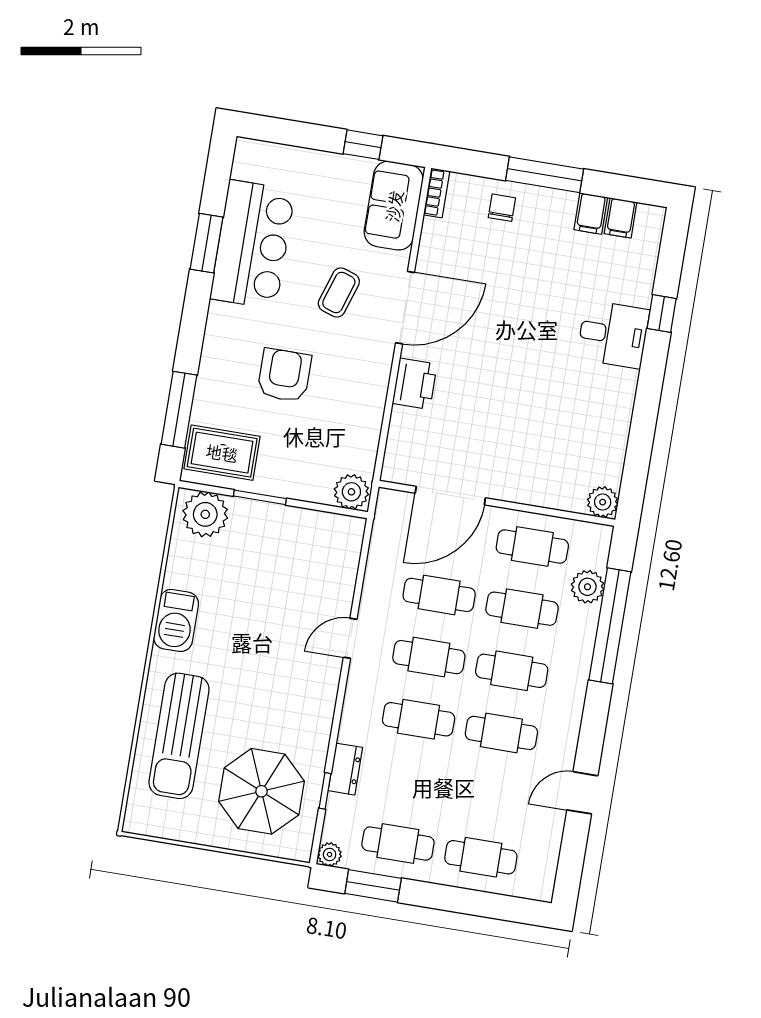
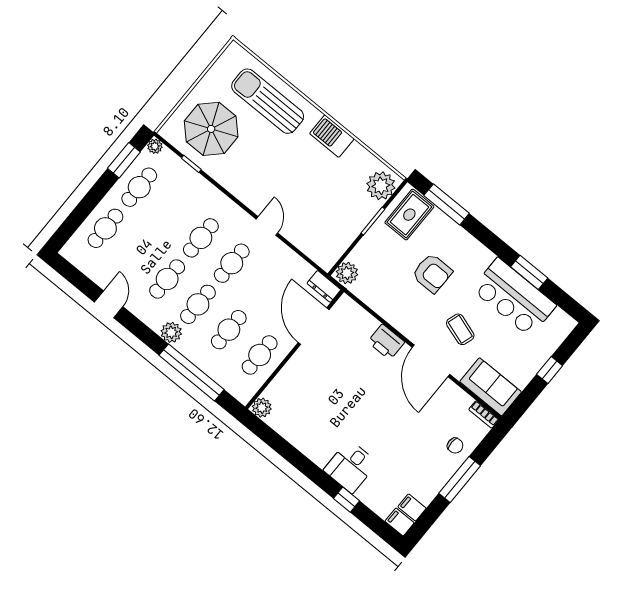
window: (363, 145) -> (550, 370), moved
filing cabinet: (591, 214) -> (400, 522), moved
plant: (587, 587) -> (171, 332), moved
cafe table: (439, 595) -> (263, 289), removed
dresser: (345, 769) -> (324, 286), moved

